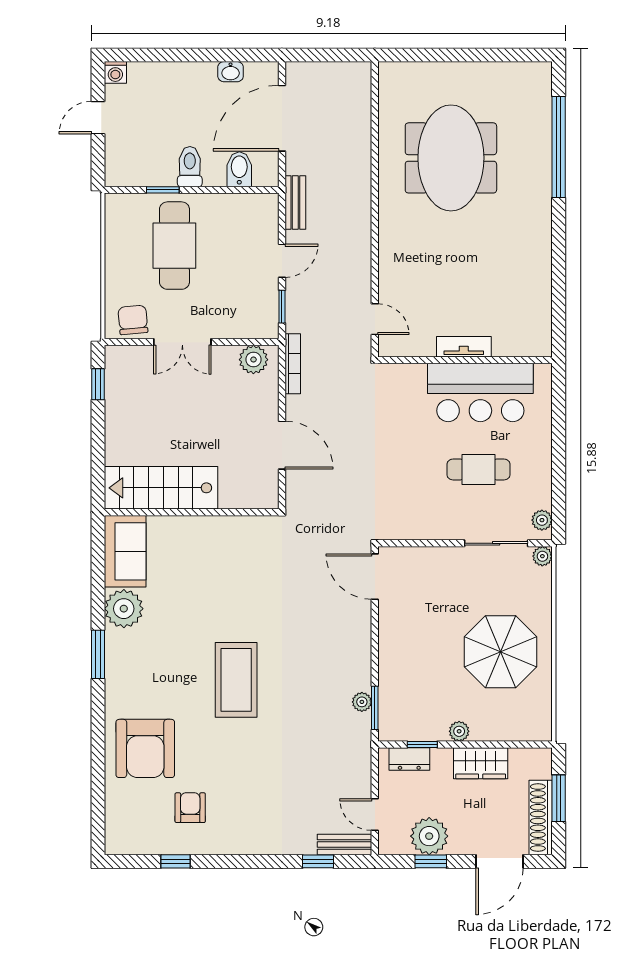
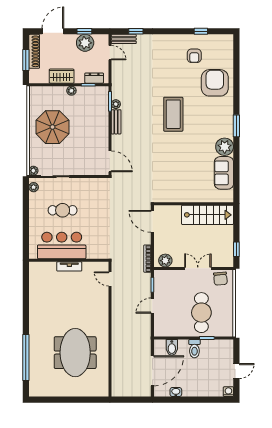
bench: (295, 202) -> (116, 122), moved
stairs: (161, 488) -> (208, 215), moved
wall: (192, 512) -> (194, 204), moved

